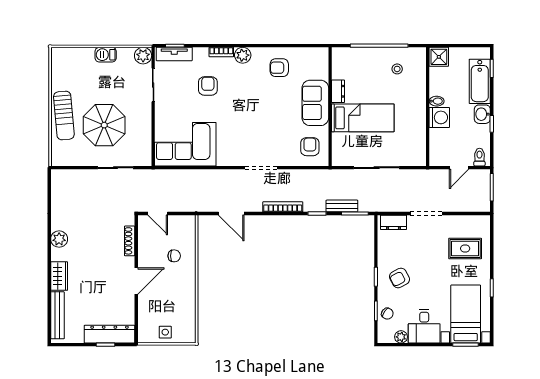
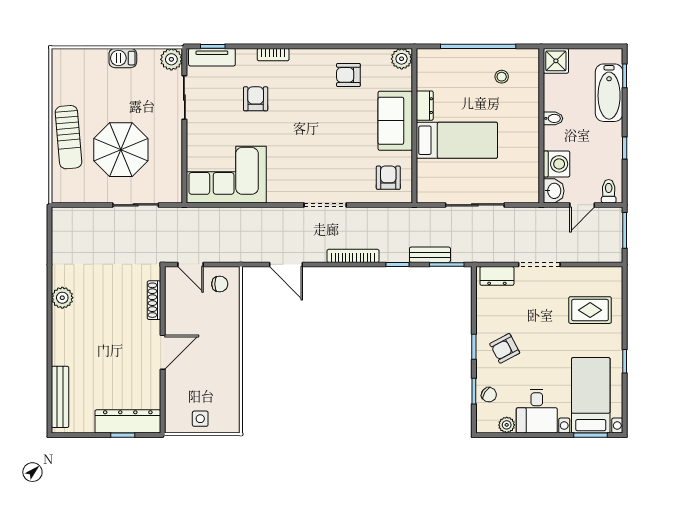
plant: (243, 55) -> (402, 59), moved
washbasin: (482, 114) -> (554, 191), moved, turned 180
washing machine: (439, 117) -> (556, 164), moved
chair: (174, 256) -> (220, 284), moved
wardrobe: (59, 276) -> (62, 346), removed

